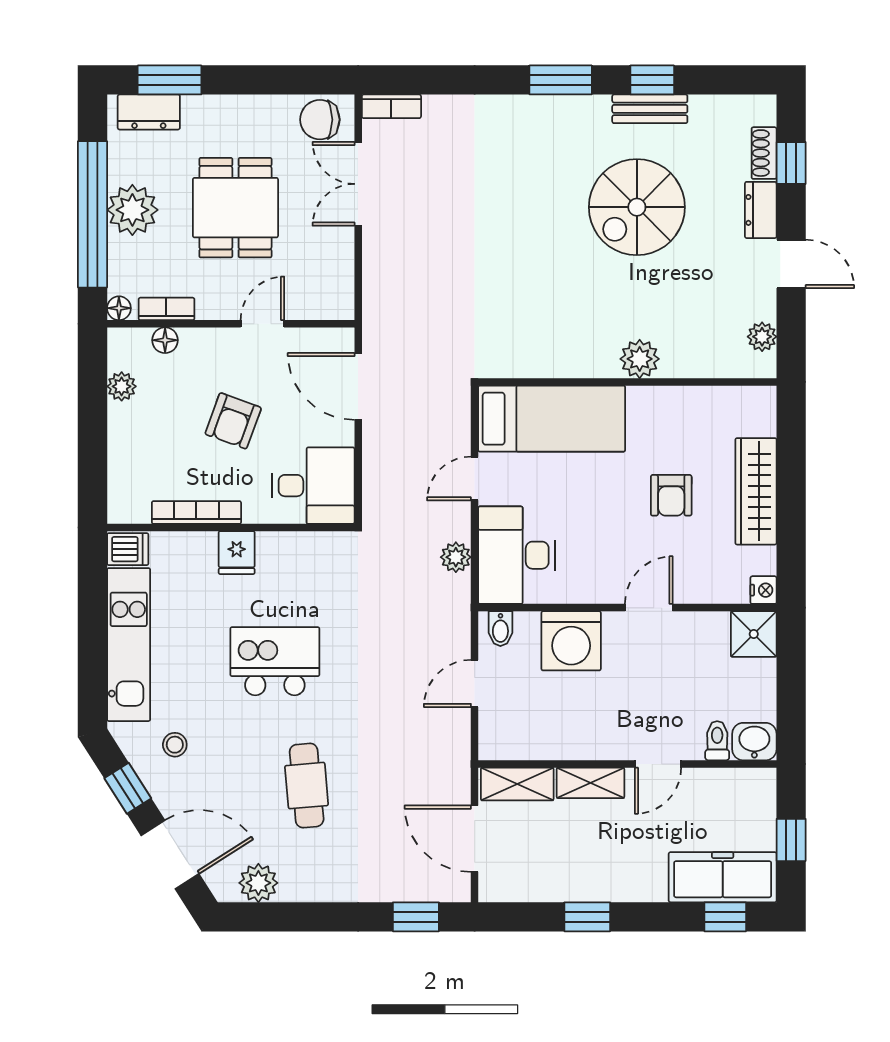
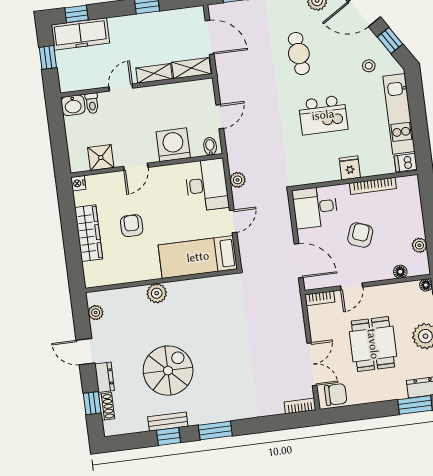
bookcase: (166, 309) -> (320, 298), moved
shower: (754, 634) -> (101, 158), moved

